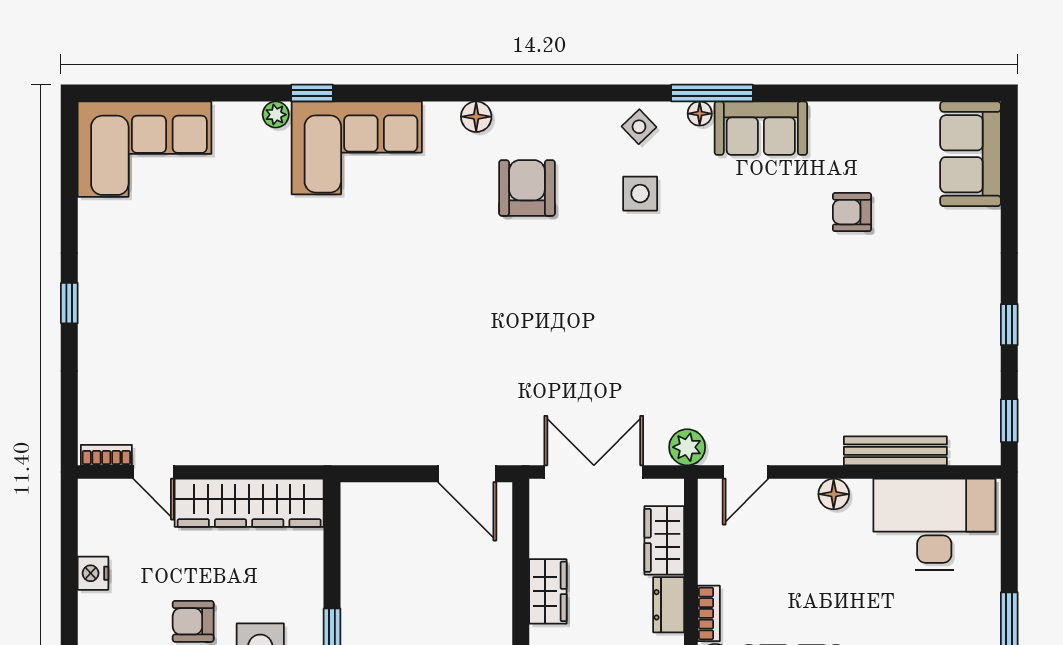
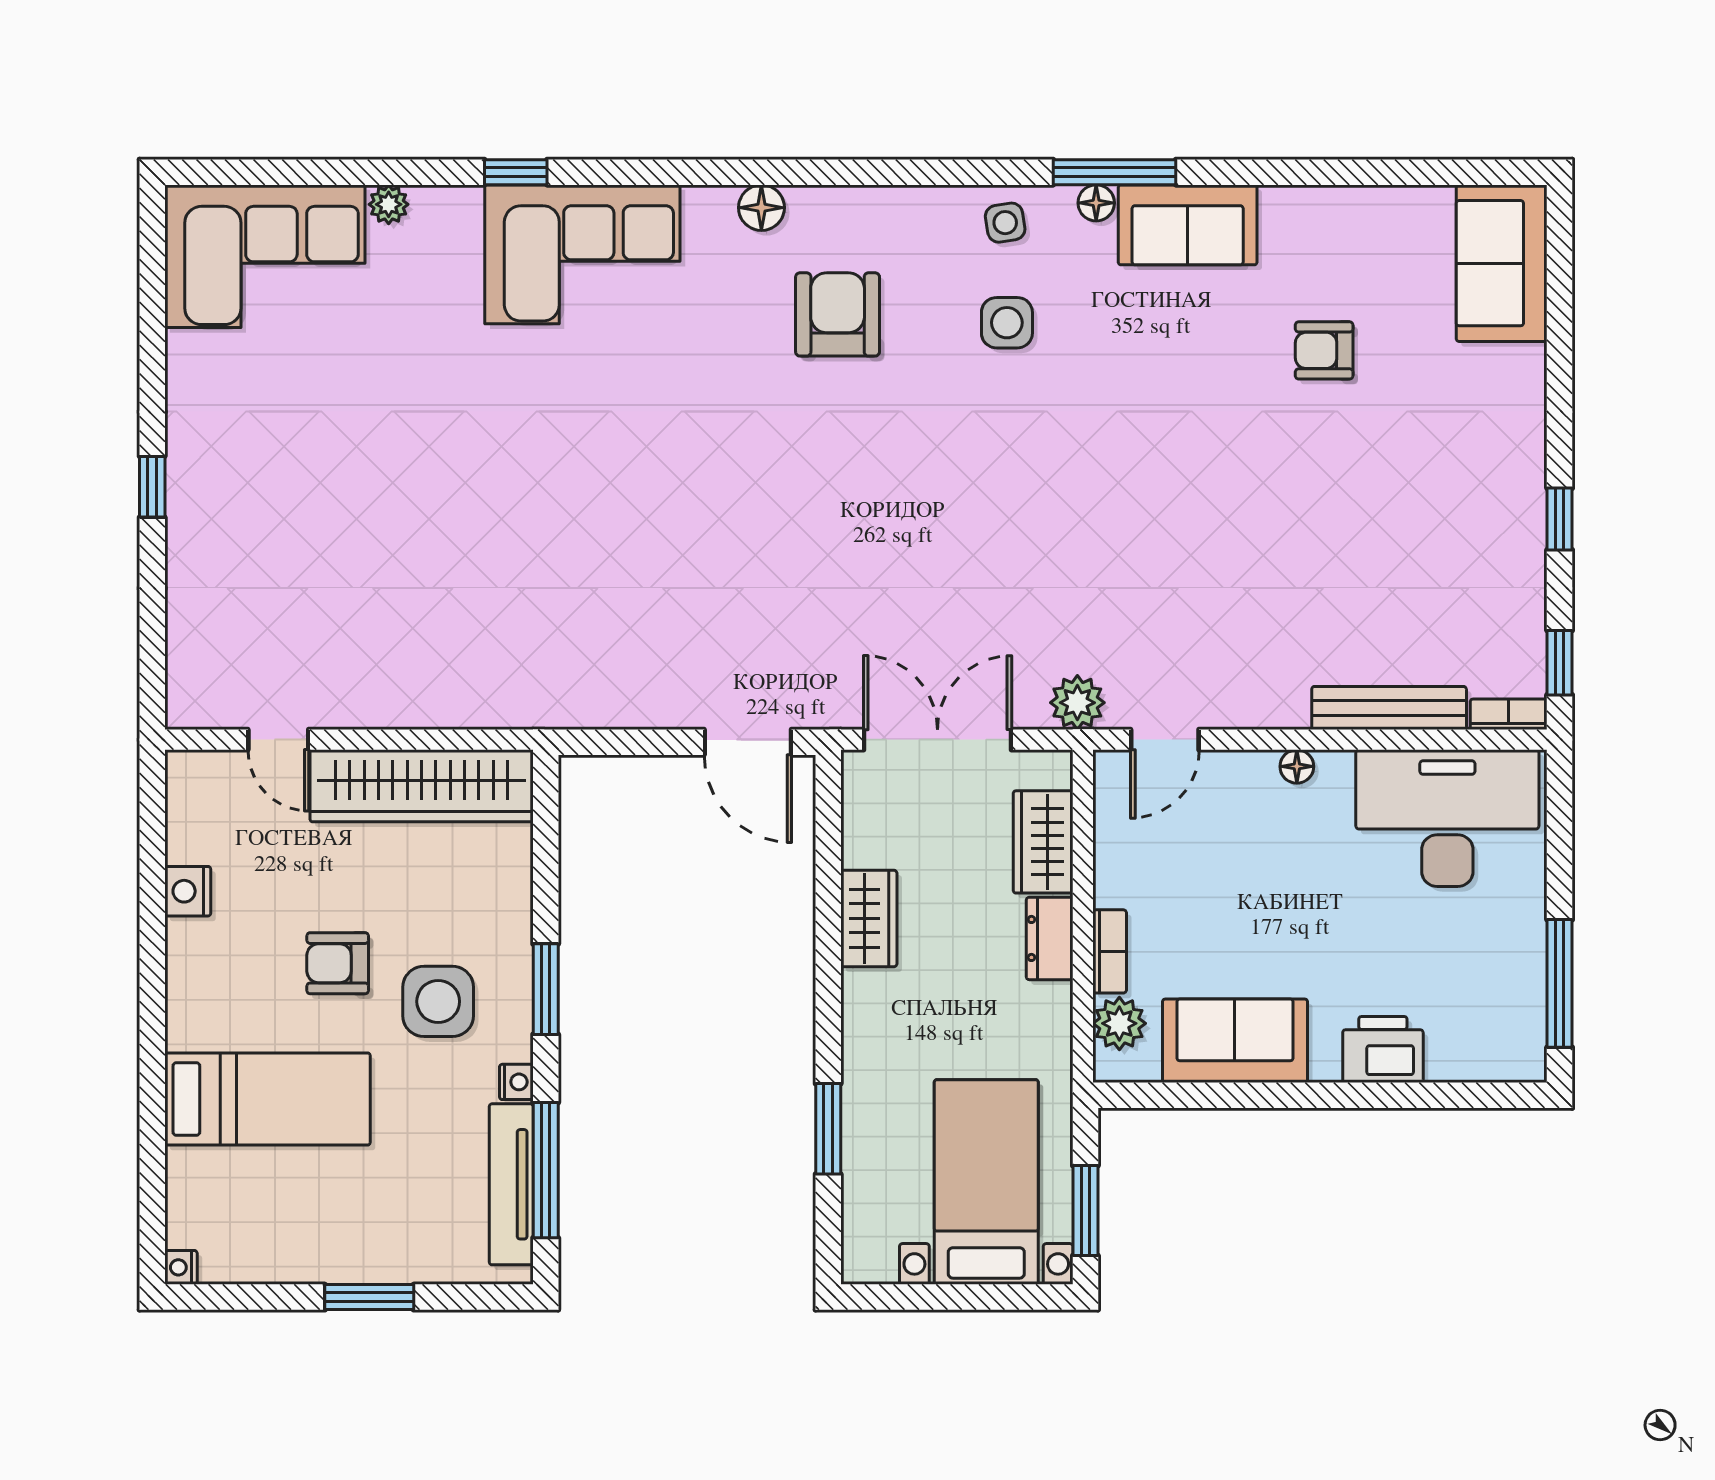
plant: (276, 115) -> (389, 204), moved
side table: (639, 127) -> (1005, 223), turned 35
bookcase: (106, 455) -> (1509, 714), moved
floor lamp: (834, 494) -> (1297, 766), width x0.73, depth x0.73

